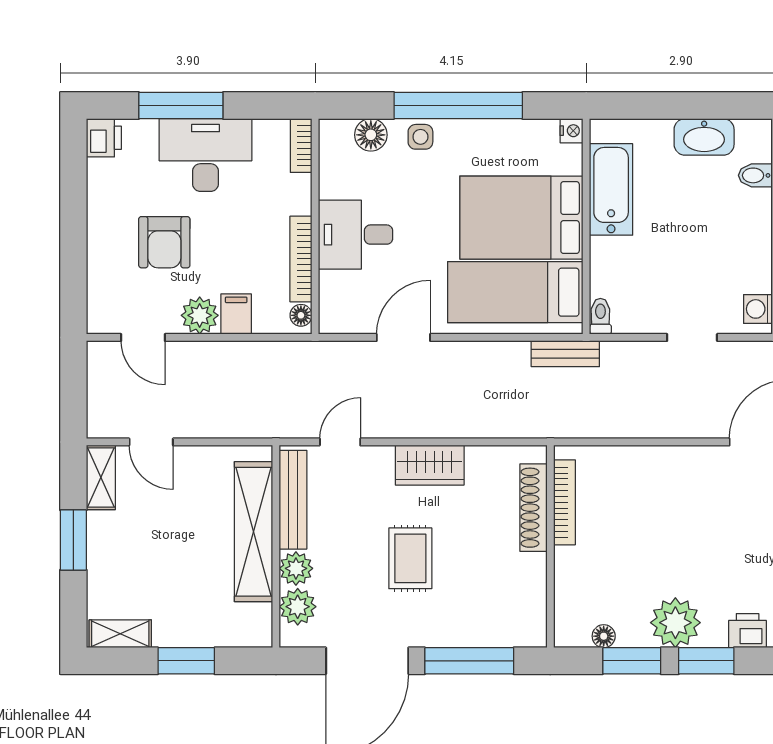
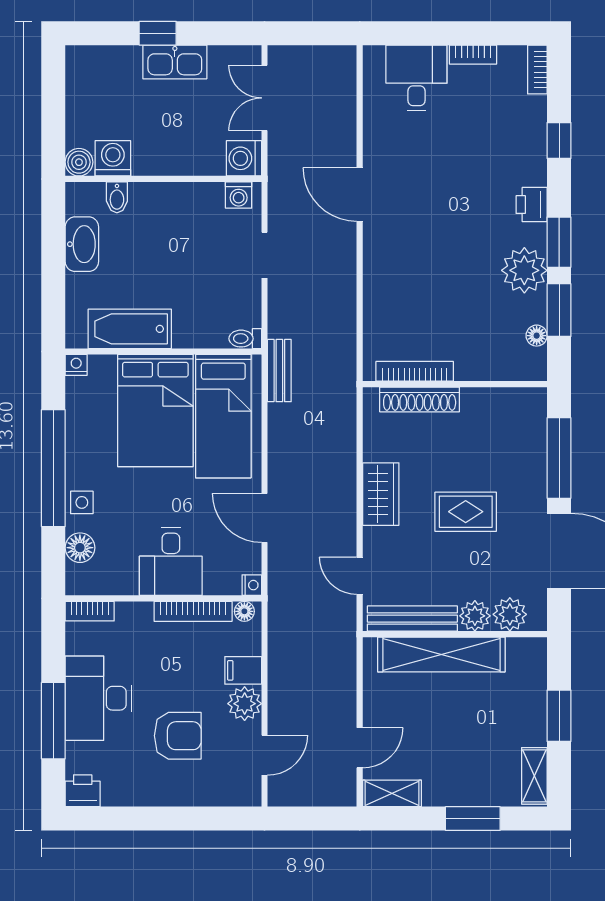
nightstand: (330, 323) -> (252, 585), added
window: (73, 540) -> (473, 819), moved

